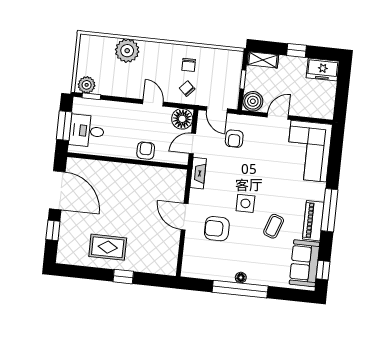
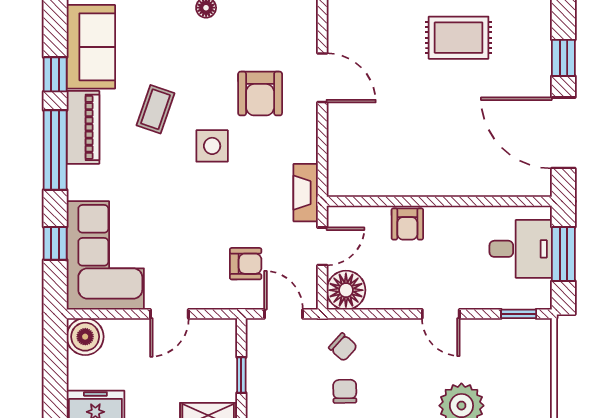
plant: (87, 85) -> (530, 334), removed
boiler: (253, 101) -> (85, 337), moved
door: (153, 103) -> (441, 314), moved
armchair: (234, 139) -> (246, 264), turned 90
window: (335, 160) -> (55, 243), added
door: (185, 217) -> (322, 78), moved
armchair: (217, 229) -> (260, 94), turned 90
window: (323, 270) -> (55, 74), moved

